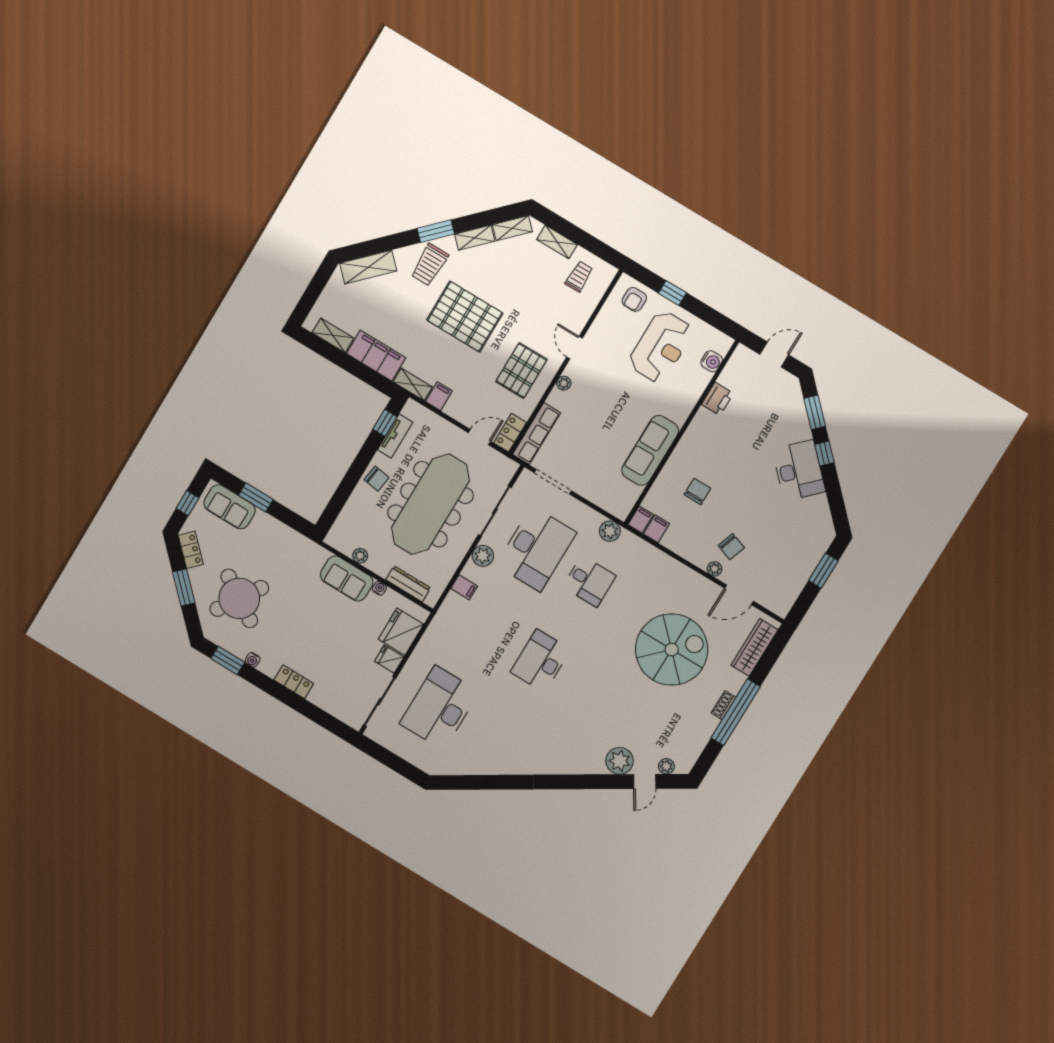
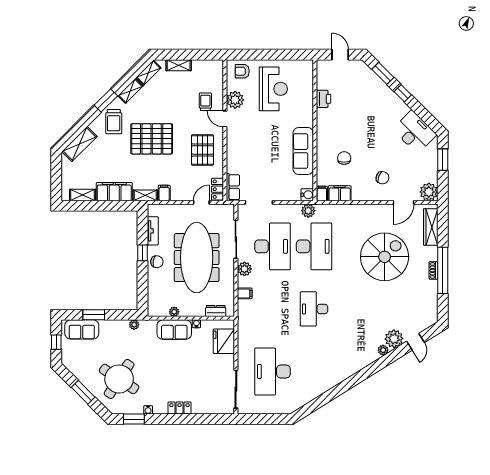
trolley: (579, 277) -> (205, 102), moved
window: (672, 293) -> (262, 55), removed
armchair: (634, 299) -> (242, 71), turned 90
door: (774, 355) -> (340, 55), hinge flipped
water cooler: (712, 361) -> (307, 195), moved
plant: (564, 383) -> (235, 100), moved, width x1.88, depth x1.88
window: (385, 423) -> (142, 253), moved
row of seats: (536, 434) -> (233, 187), width x0.68
desk: (799, 470) -> (415, 132), moved
filing cabinet: (656, 529) -> (340, 193), width x2.00
plant: (299, 541) -> (134, 325), added
locker: (191, 550) -> (74, 368), removed
plant: (715, 569) -> (429, 192), moved, width x1.87, depth x1.87
desk: (589, 581) -> (314, 246), width x1.87, depth x1.30
dresser: (408, 584) -> (216, 311), width x0.70
fridge: (389, 659) -> (227, 361), removed
plant: (666, 766) -> (383, 350), moved

